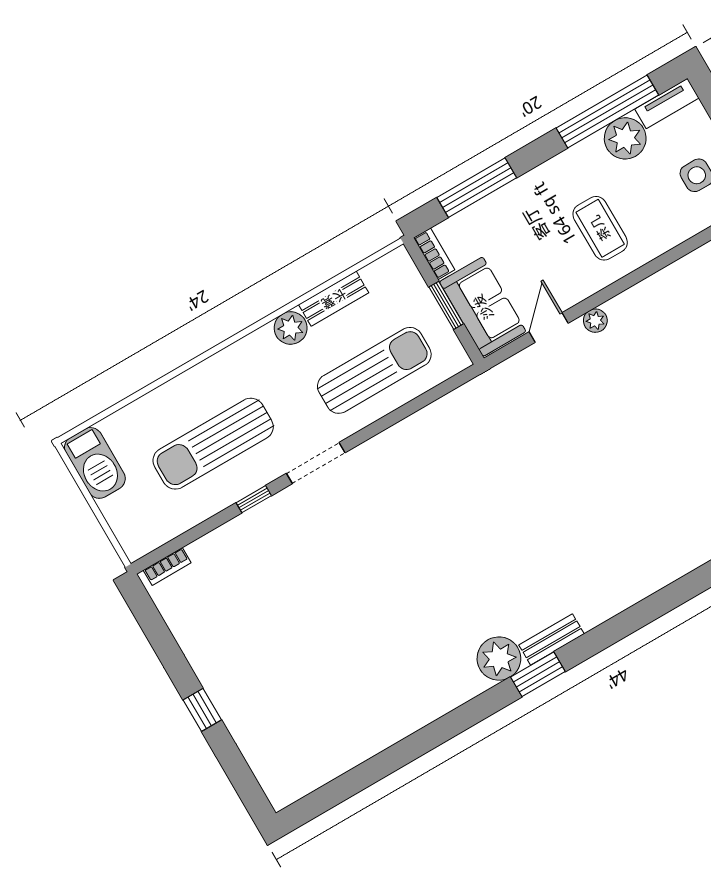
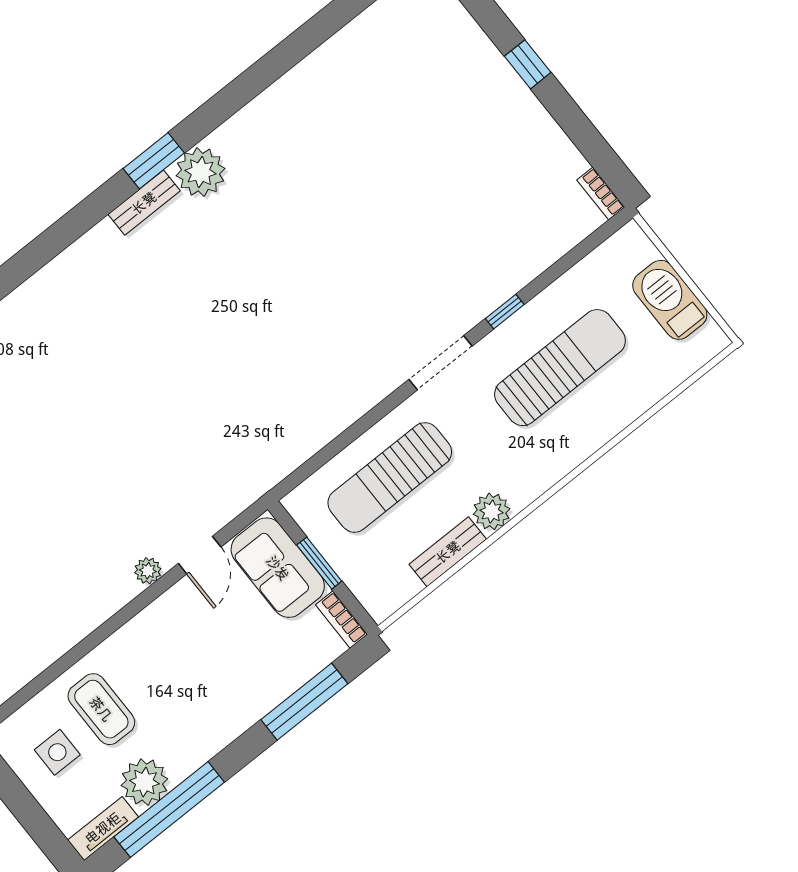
coffee table: (600, 228) -> (101, 709), moved
barbecue: (95, 463) -> (670, 300), moved
bookcase: (167, 567) -> (601, 193), moved, turned -90

